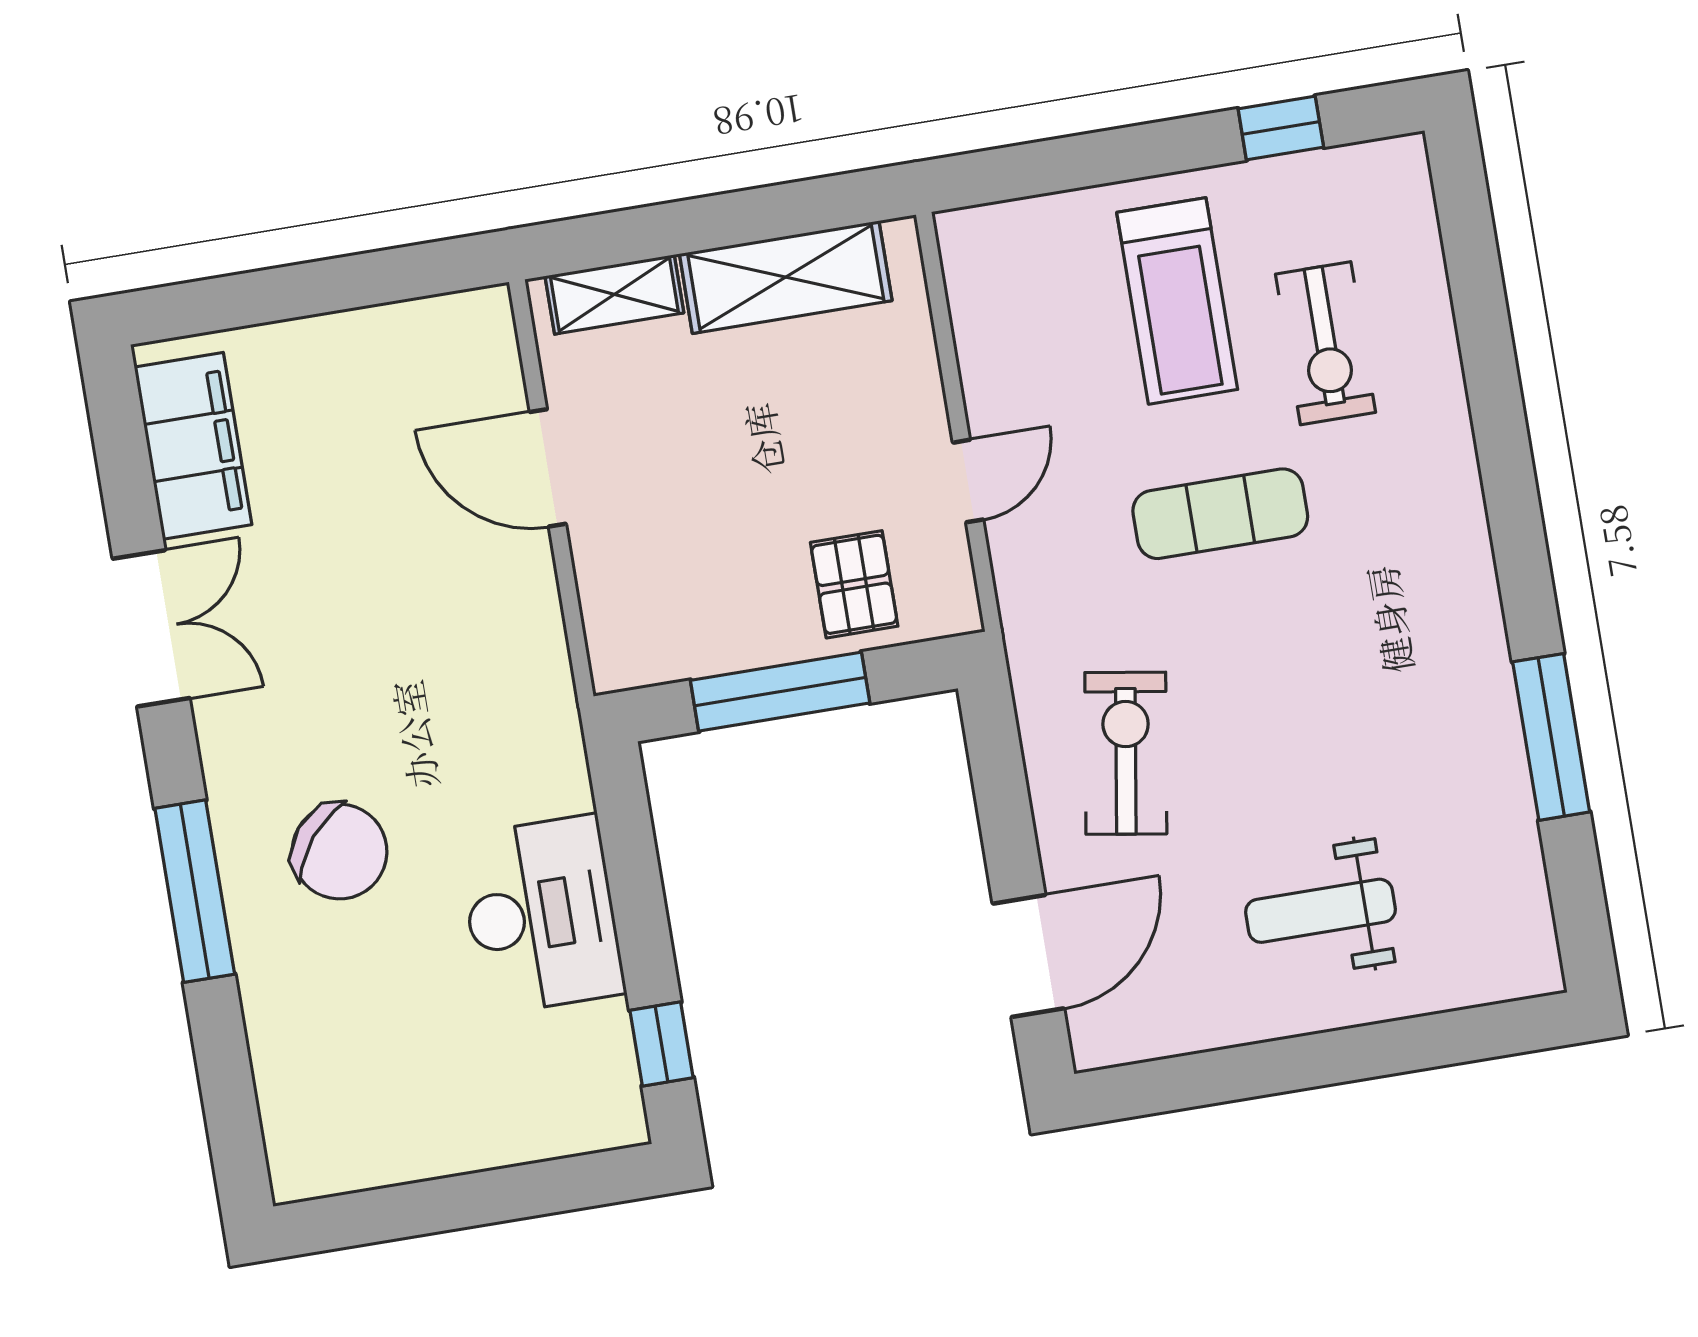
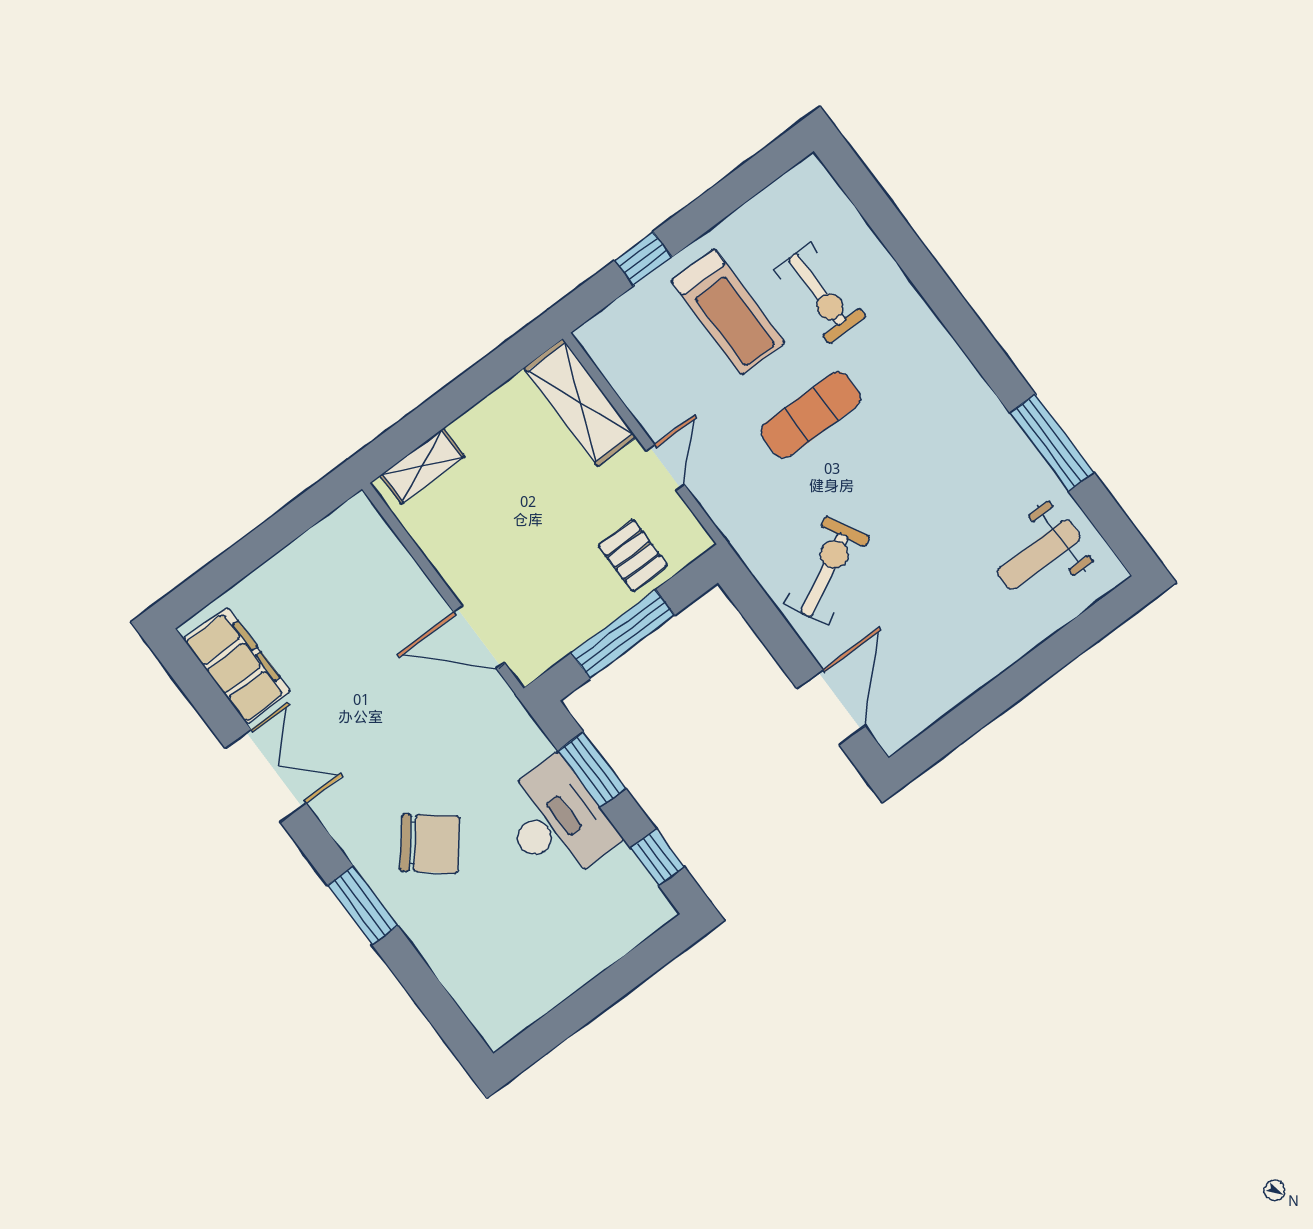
window: (1281, 128) -> (643, 259), moved
shelving: (786, 277) -> (580, 402), moved, turned 90
door: (548, 468) -> (479, 637), moved
exercise bike: (1126, 753) -> (827, 571), turned 53
window: (632, 866) -> (592, 770), added
window: (195, 891) -> (363, 906), width x0.69
weight bench: (1320, 911) -> (1039, 555), moved

